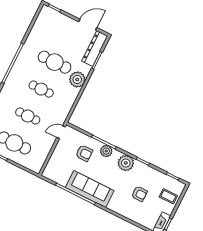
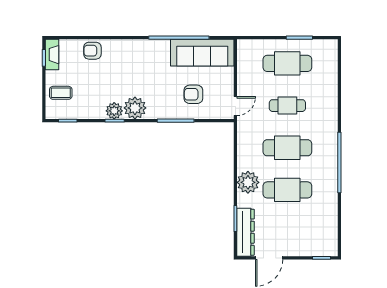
cafe table: (41, 89) -> (287, 148), width x1.37, depth x1.35
plant: (106, 151) -> (114, 111), moved
sofa: (90, 189) -> (202, 53), moved
armchair: (139, 194) -> (92, 51), moved

